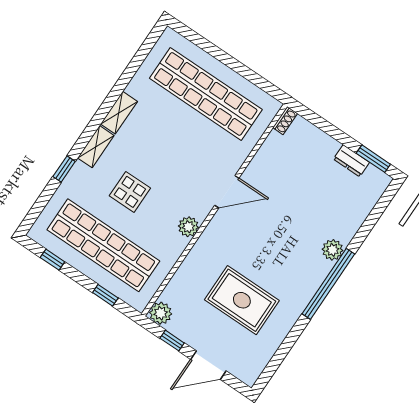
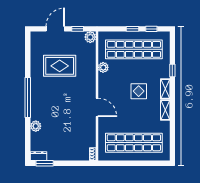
dresser: (351, 161) -> (38, 156), moved
display table: (130, 192) -> (139, 91), moved
door: (227, 192) -> (97, 107), swing flipped
plant: (188, 227) -> (103, 67), moved
plant: (333, 250) -> (36, 126), moved
window: (105, 295) -> (132, 29), moved

